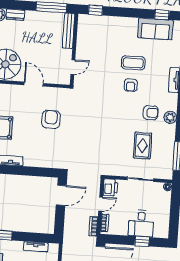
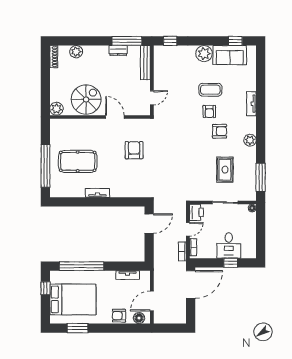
dresser: (15, 15) -> (118, 50), moved
plant: (129, 26) -> (204, 54), added
armchair: (151, 113) -> (220, 131), moved

